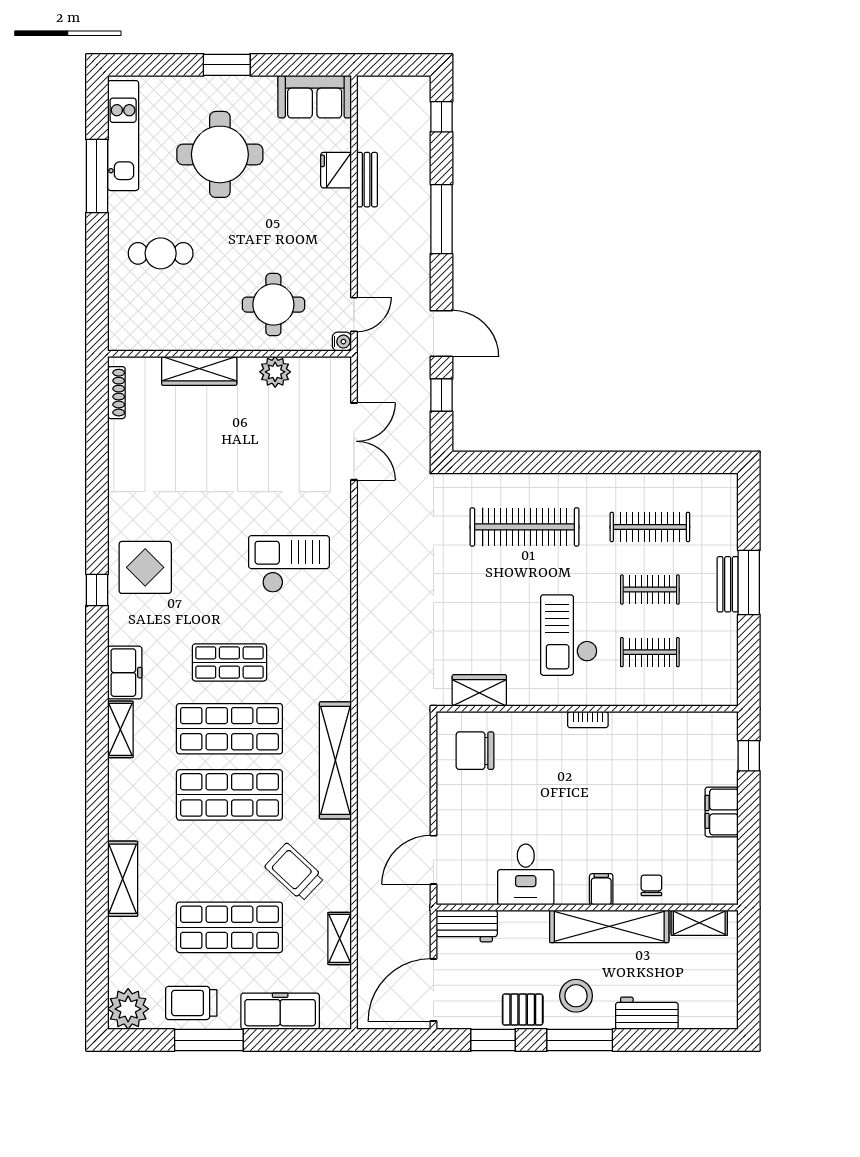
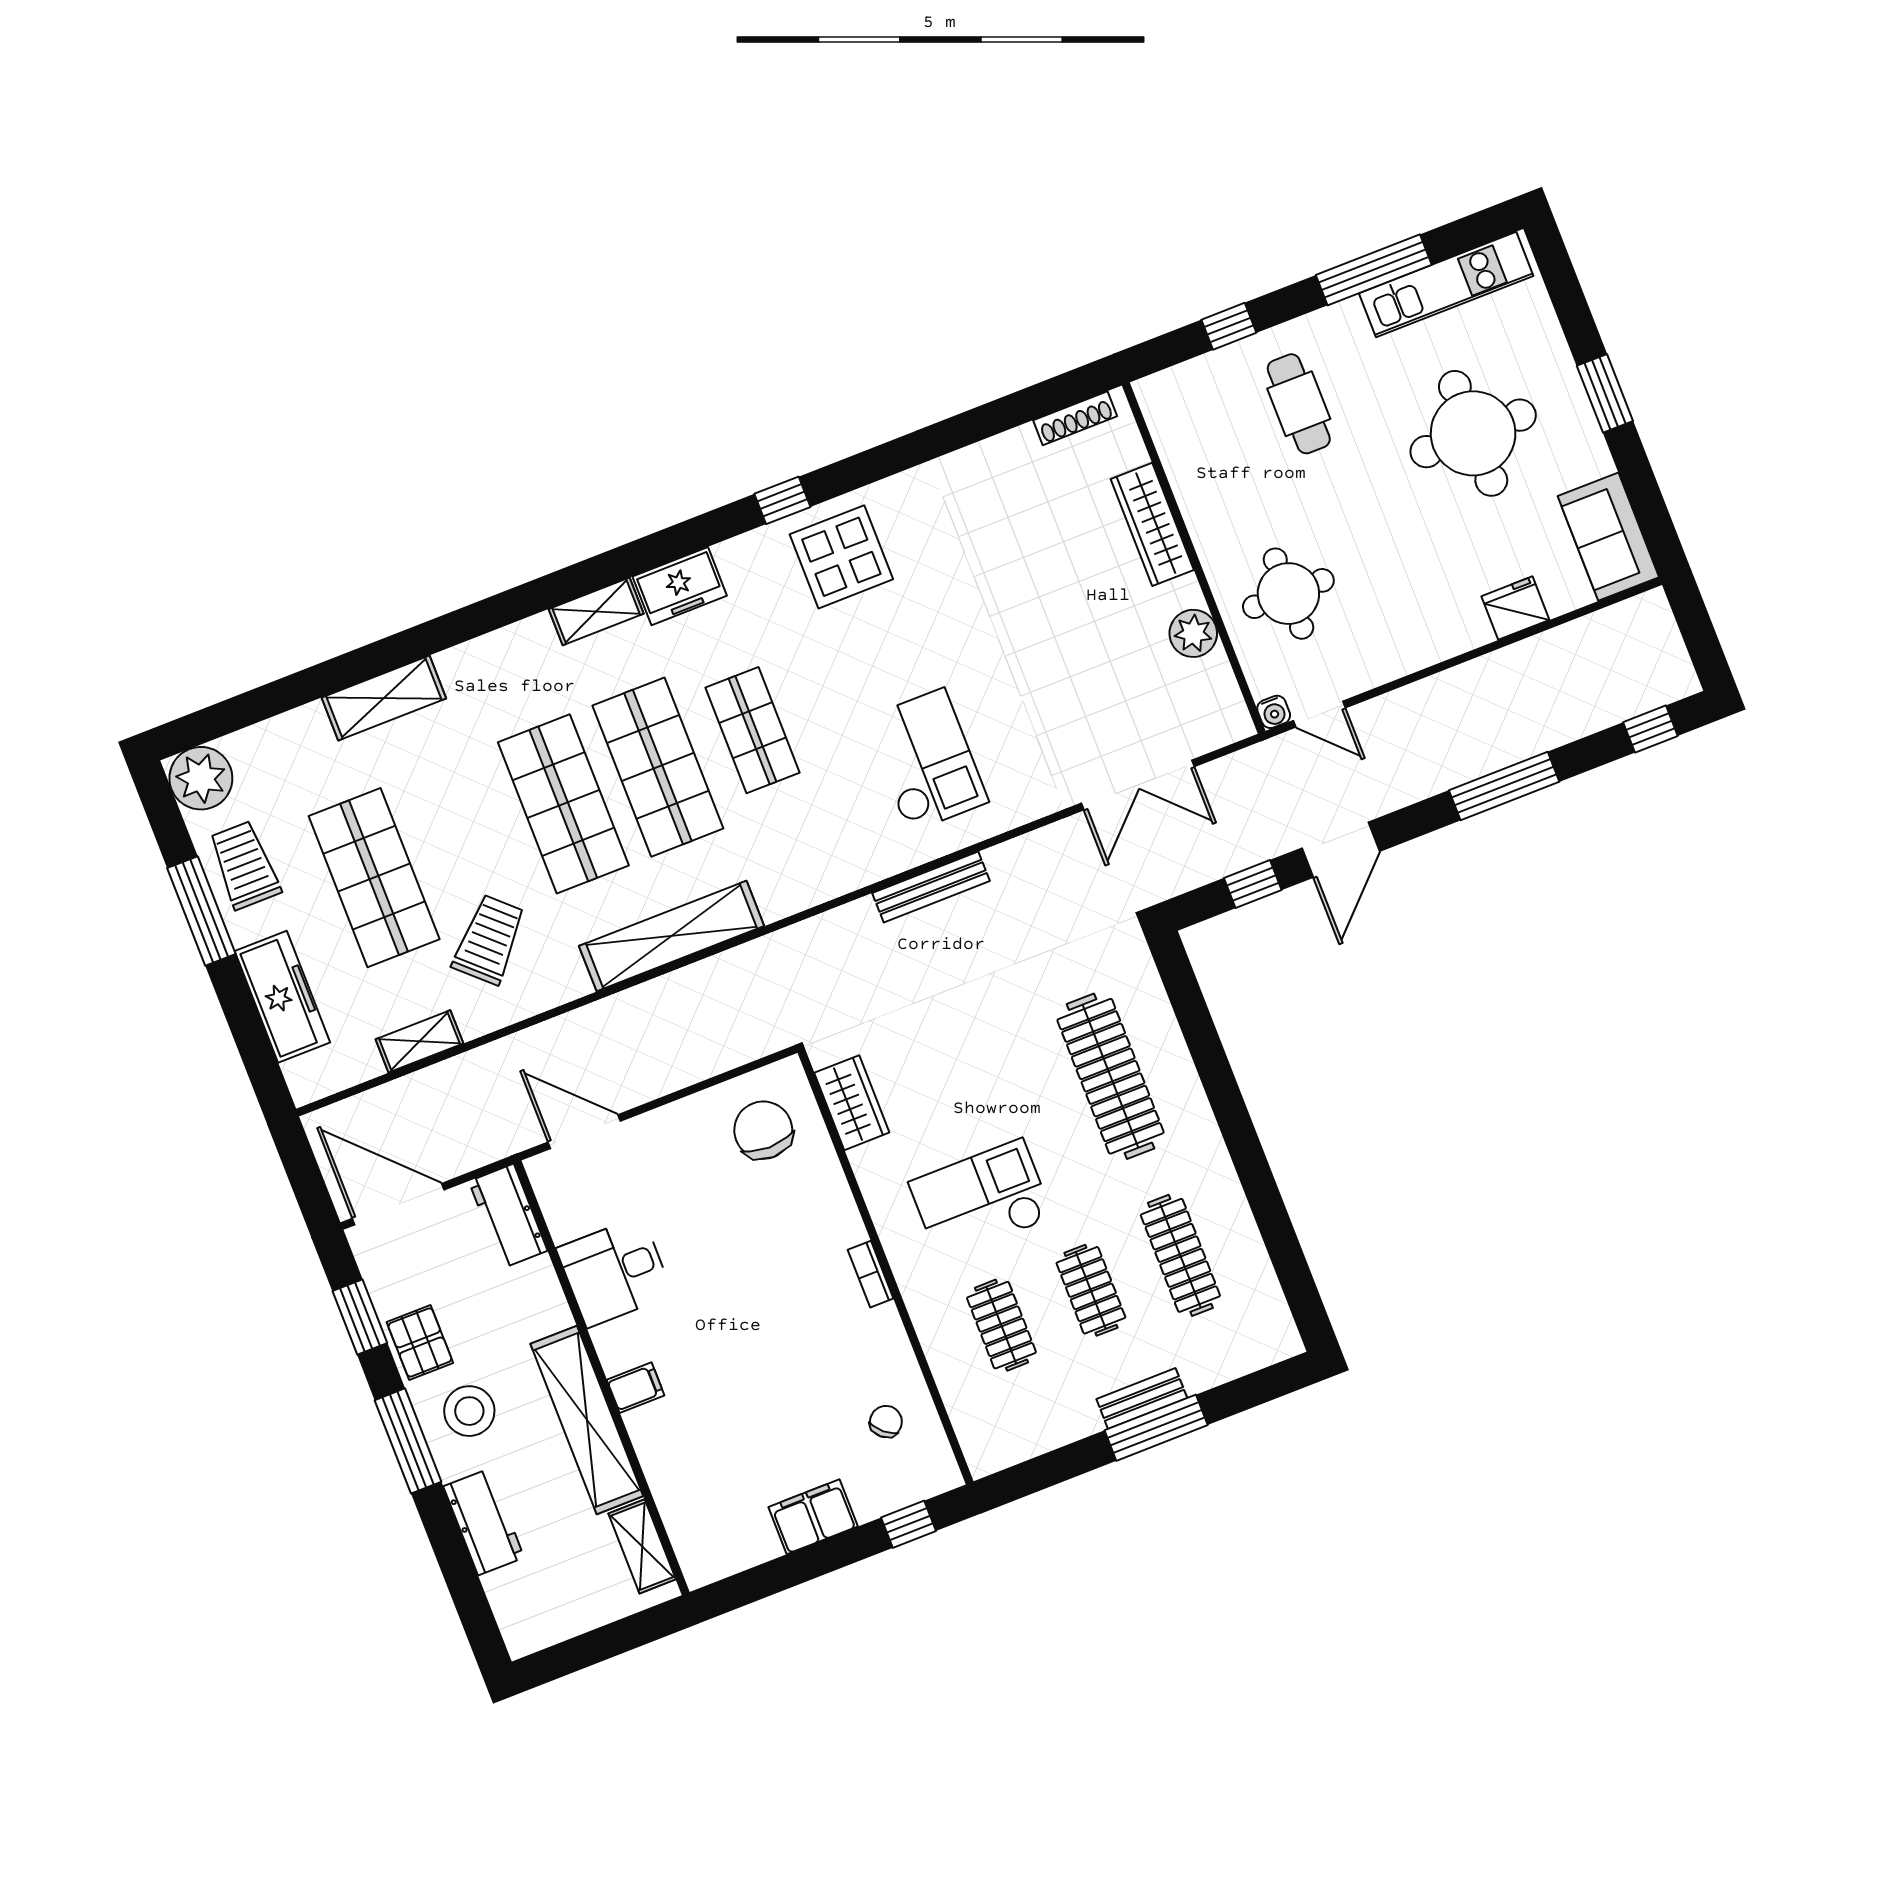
bench: (367, 180) -> (931, 887), moved, width x1.36
window: (97, 277) -> (1229, 326), added
chair: (651, 885) -> (886, 1422), moved, turned -49

